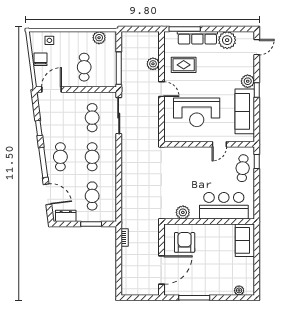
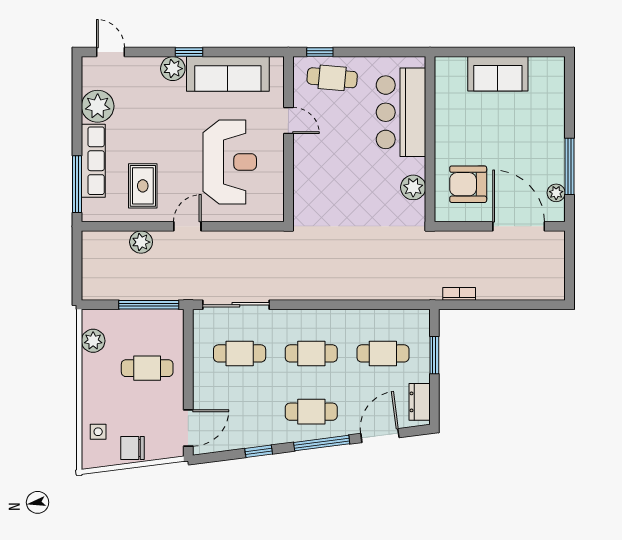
door: (51, 90) -> (188, 428), swing flipped
sofa: (245, 240) -> (498, 74), moved
plant: (239, 290) -> (556, 193), moved

